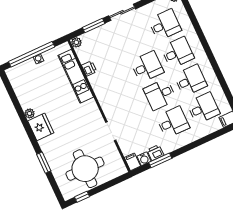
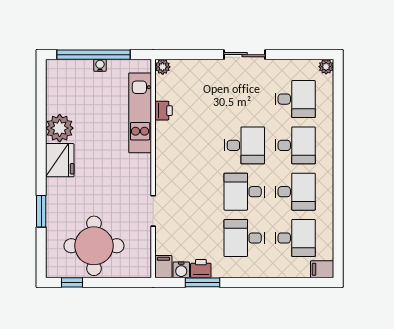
window: (94, 25) -> (197, 55), removed
plant: (30, 113) -> (60, 128), width x1.88, depth x1.88
desk: (173, 122) -> (244, 238), turned 180

